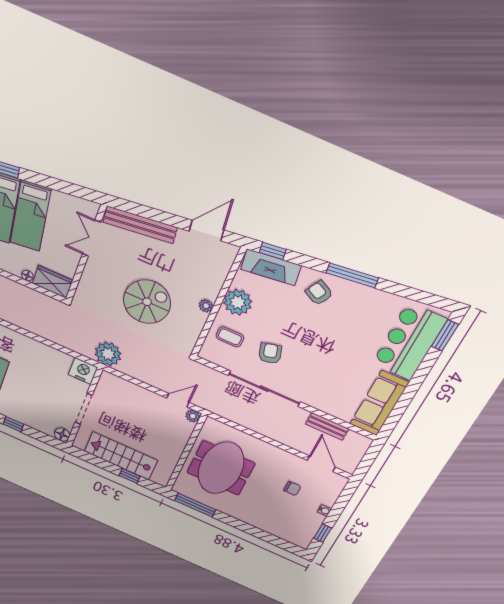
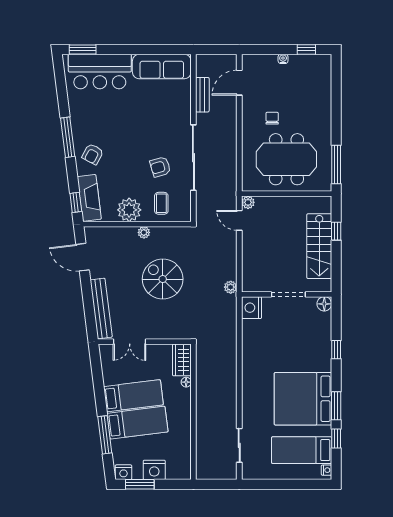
plant: (108, 354) -> (231, 287), width x0.53, depth x0.53
chair: (292, 488) -> (272, 118), moved

